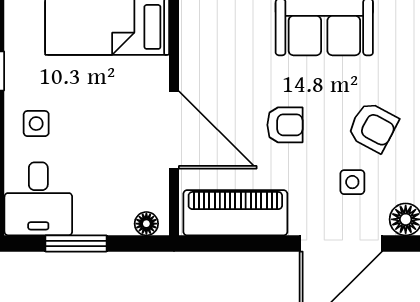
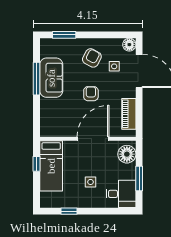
side table: (36, 124) -> (91, 182), moved
piano: (235, 213) -> (129, 114), width x0.73, depth x0.75
floor lamp: (146, 224) -> (127, 154), width x1.89, depth x1.89

